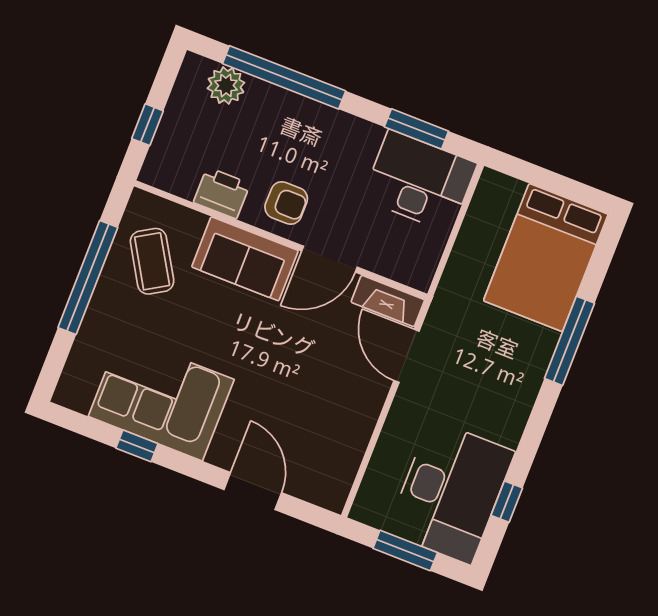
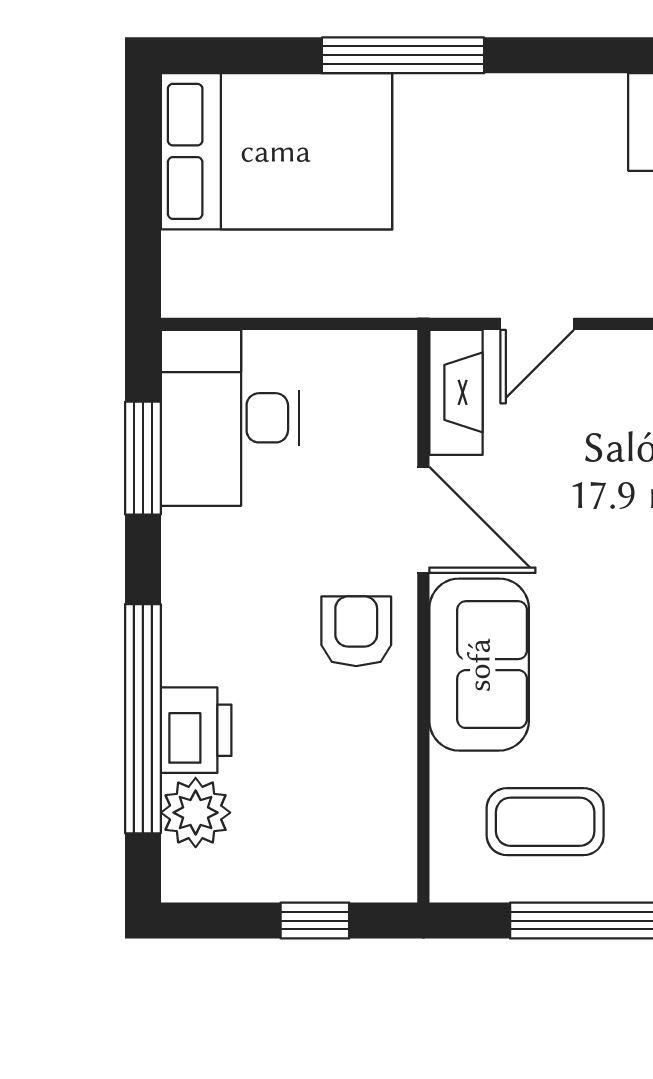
printer: (222, 193) -> (196, 730), moved, turned 180
coffee table: (152, 261) -> (545, 822), turned 31
door: (407, 356) -> (537, 324), width x0.73

